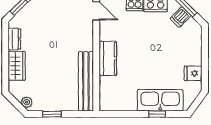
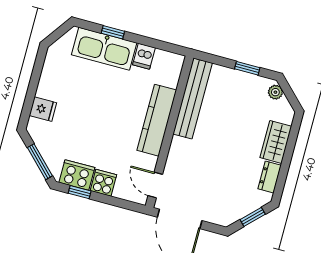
dishwasher: (181, 17) -> (144, 56), moved, turned 135
kitchen counter: (108, 58) -> (157, 120), width x1.50
fridge: (193, 73) -> (43, 109), moved

